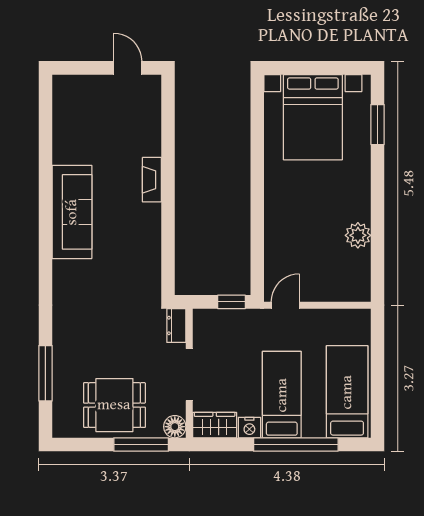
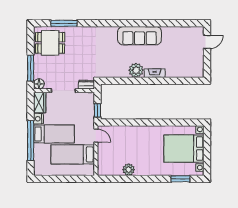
door: (128, 68) -> (207, 42), moved
plant: (146, 219) -> (136, 70), added
bed: (347, 392) -> (73, 154), moved, turned 180
dining table: (114, 405) -> (50, 43), moved, turned 90

